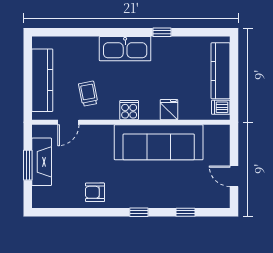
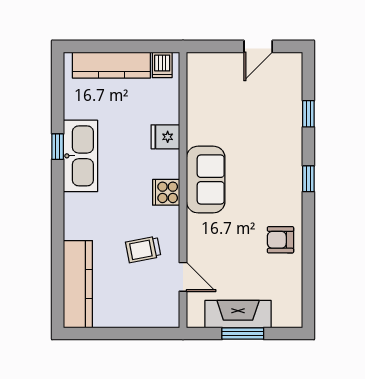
kitchen sink: (125, 49) -> (80, 156), moved
kitchen counter: (42, 80) -> (78, 284), moved, turned 90
sofa: (159, 142) -> (206, 180), width x0.54, depth x0.79
armchair: (95, 192) -> (281, 240), turned 90

